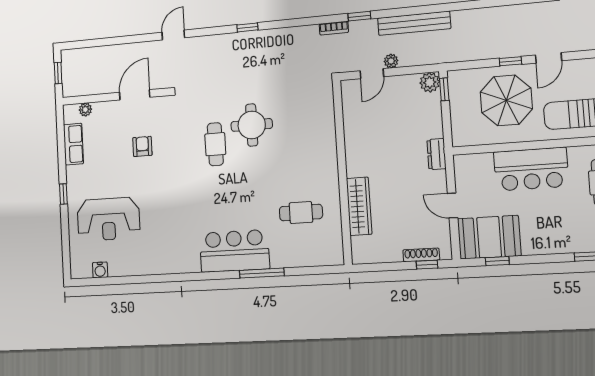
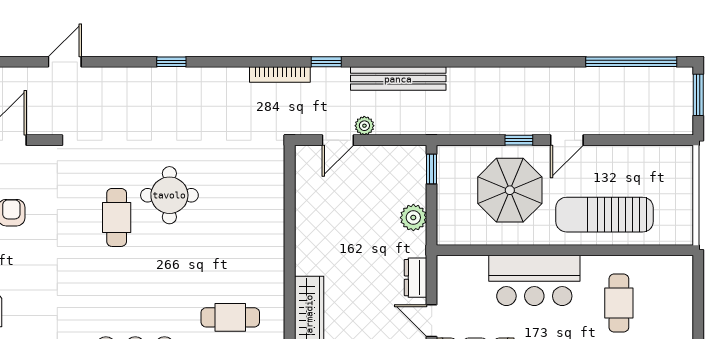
bookcase: (334, 28) -> (280, 74), width x1.56
plant: (430, 82) -> (413, 218), moved
dresser: (436, 154) -> (416, 278), moved

